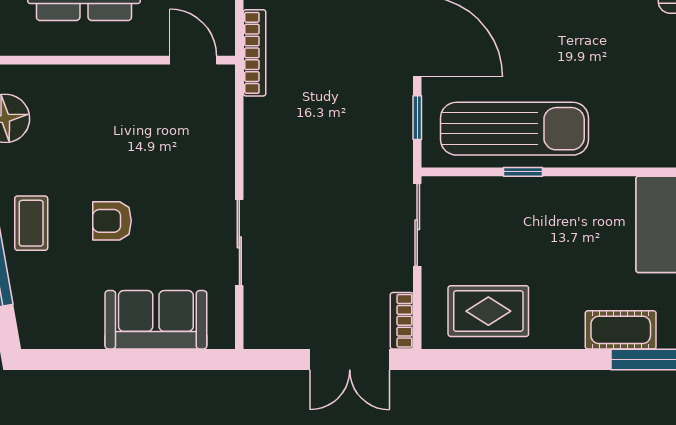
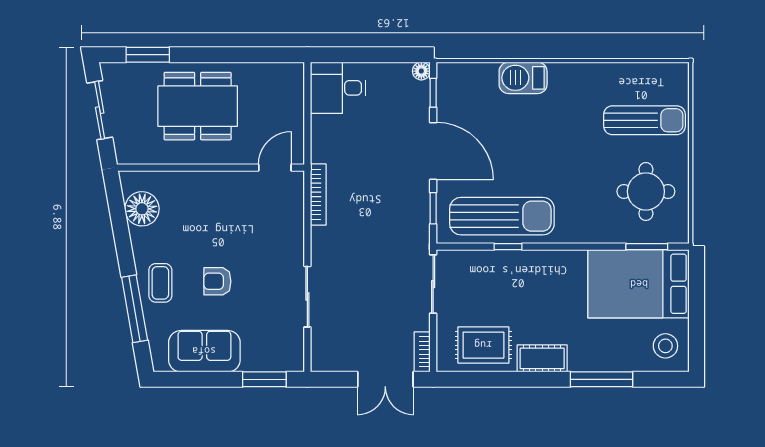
bookcase: (255, 53) -> (318, 194), moved
door: (193, 60) -> (275, 168), hinge flipped
sofa: (156, 320) -> (204, 351), moved
cot: (621, 330) -> (542, 358), moved
window: (178, 360) -> (264, 379), added

